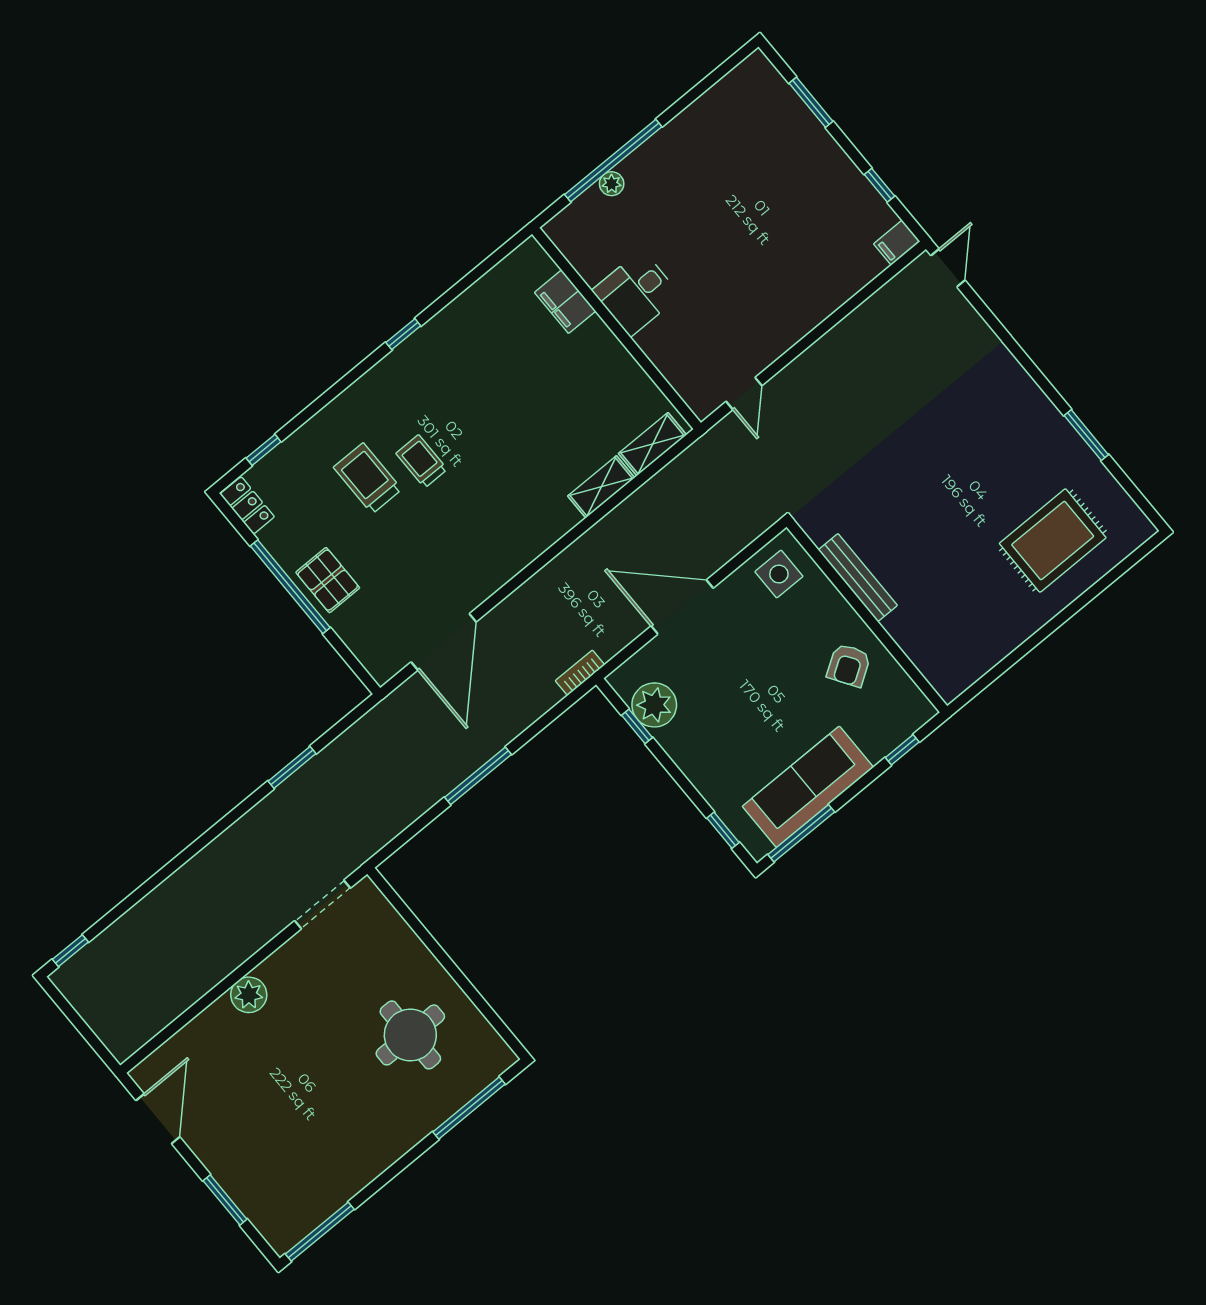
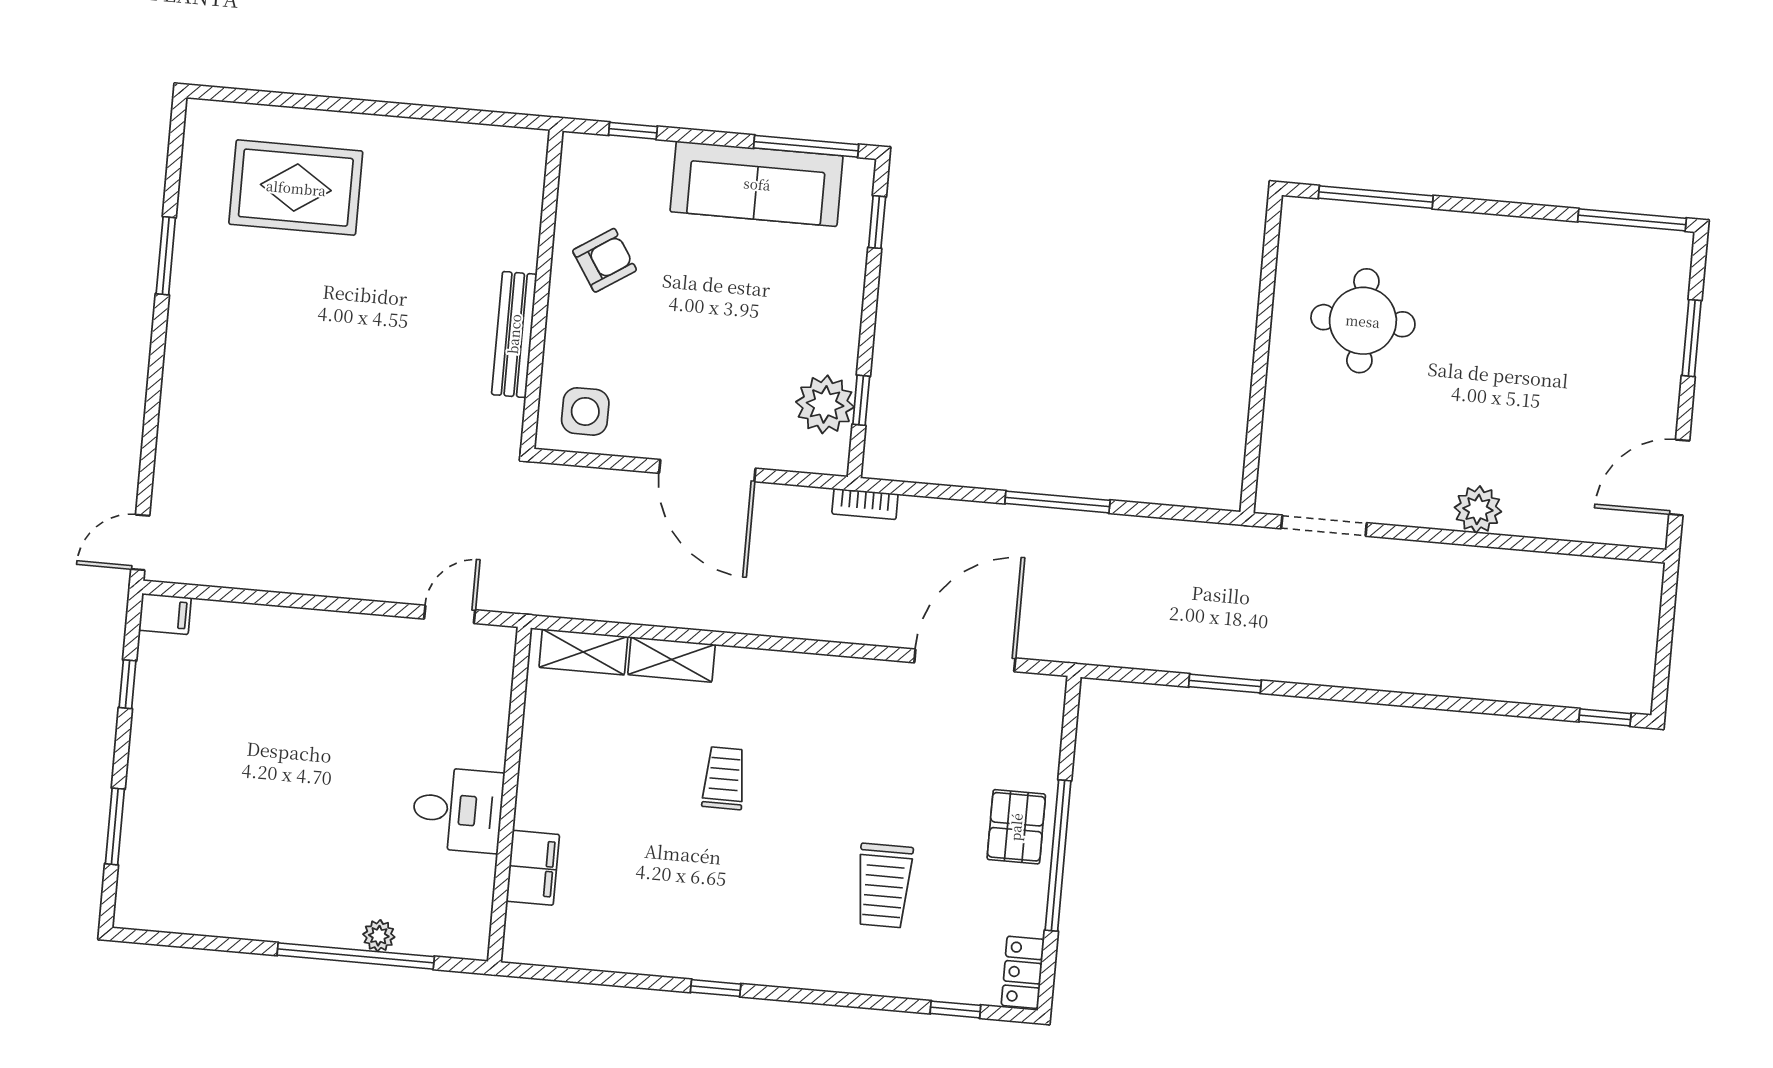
trolley: (422, 461) -> (724, 778), moved, turned 180

